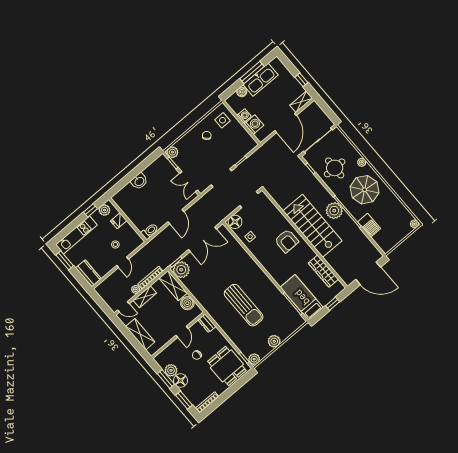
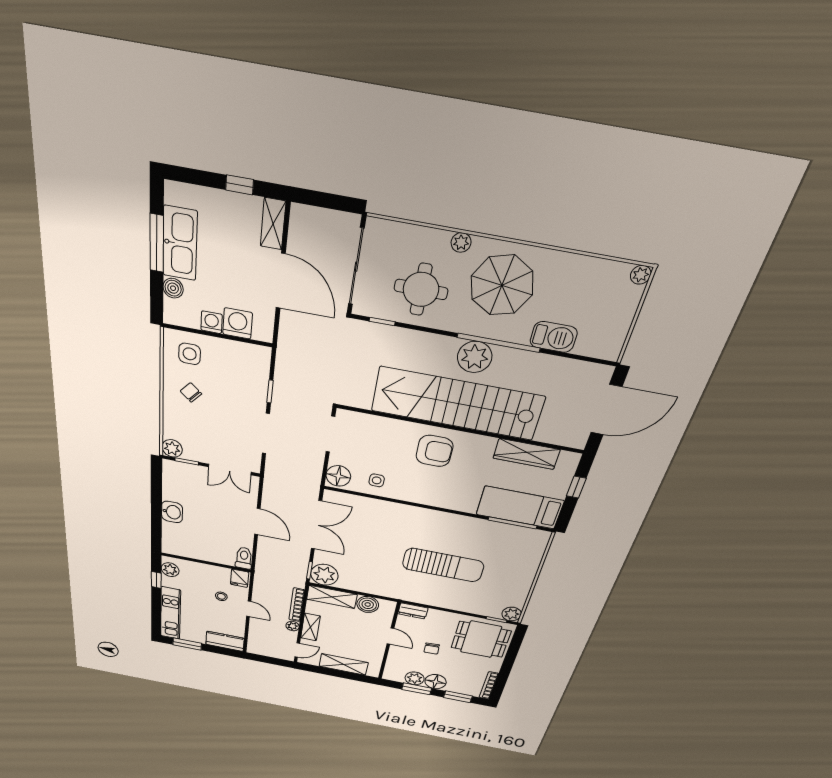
fridge: (119, 221) -> (240, 578), moved
stairs: (312, 226) -> (457, 404), width x1.36
plant: (274, 341) -> (523, 581), removed

